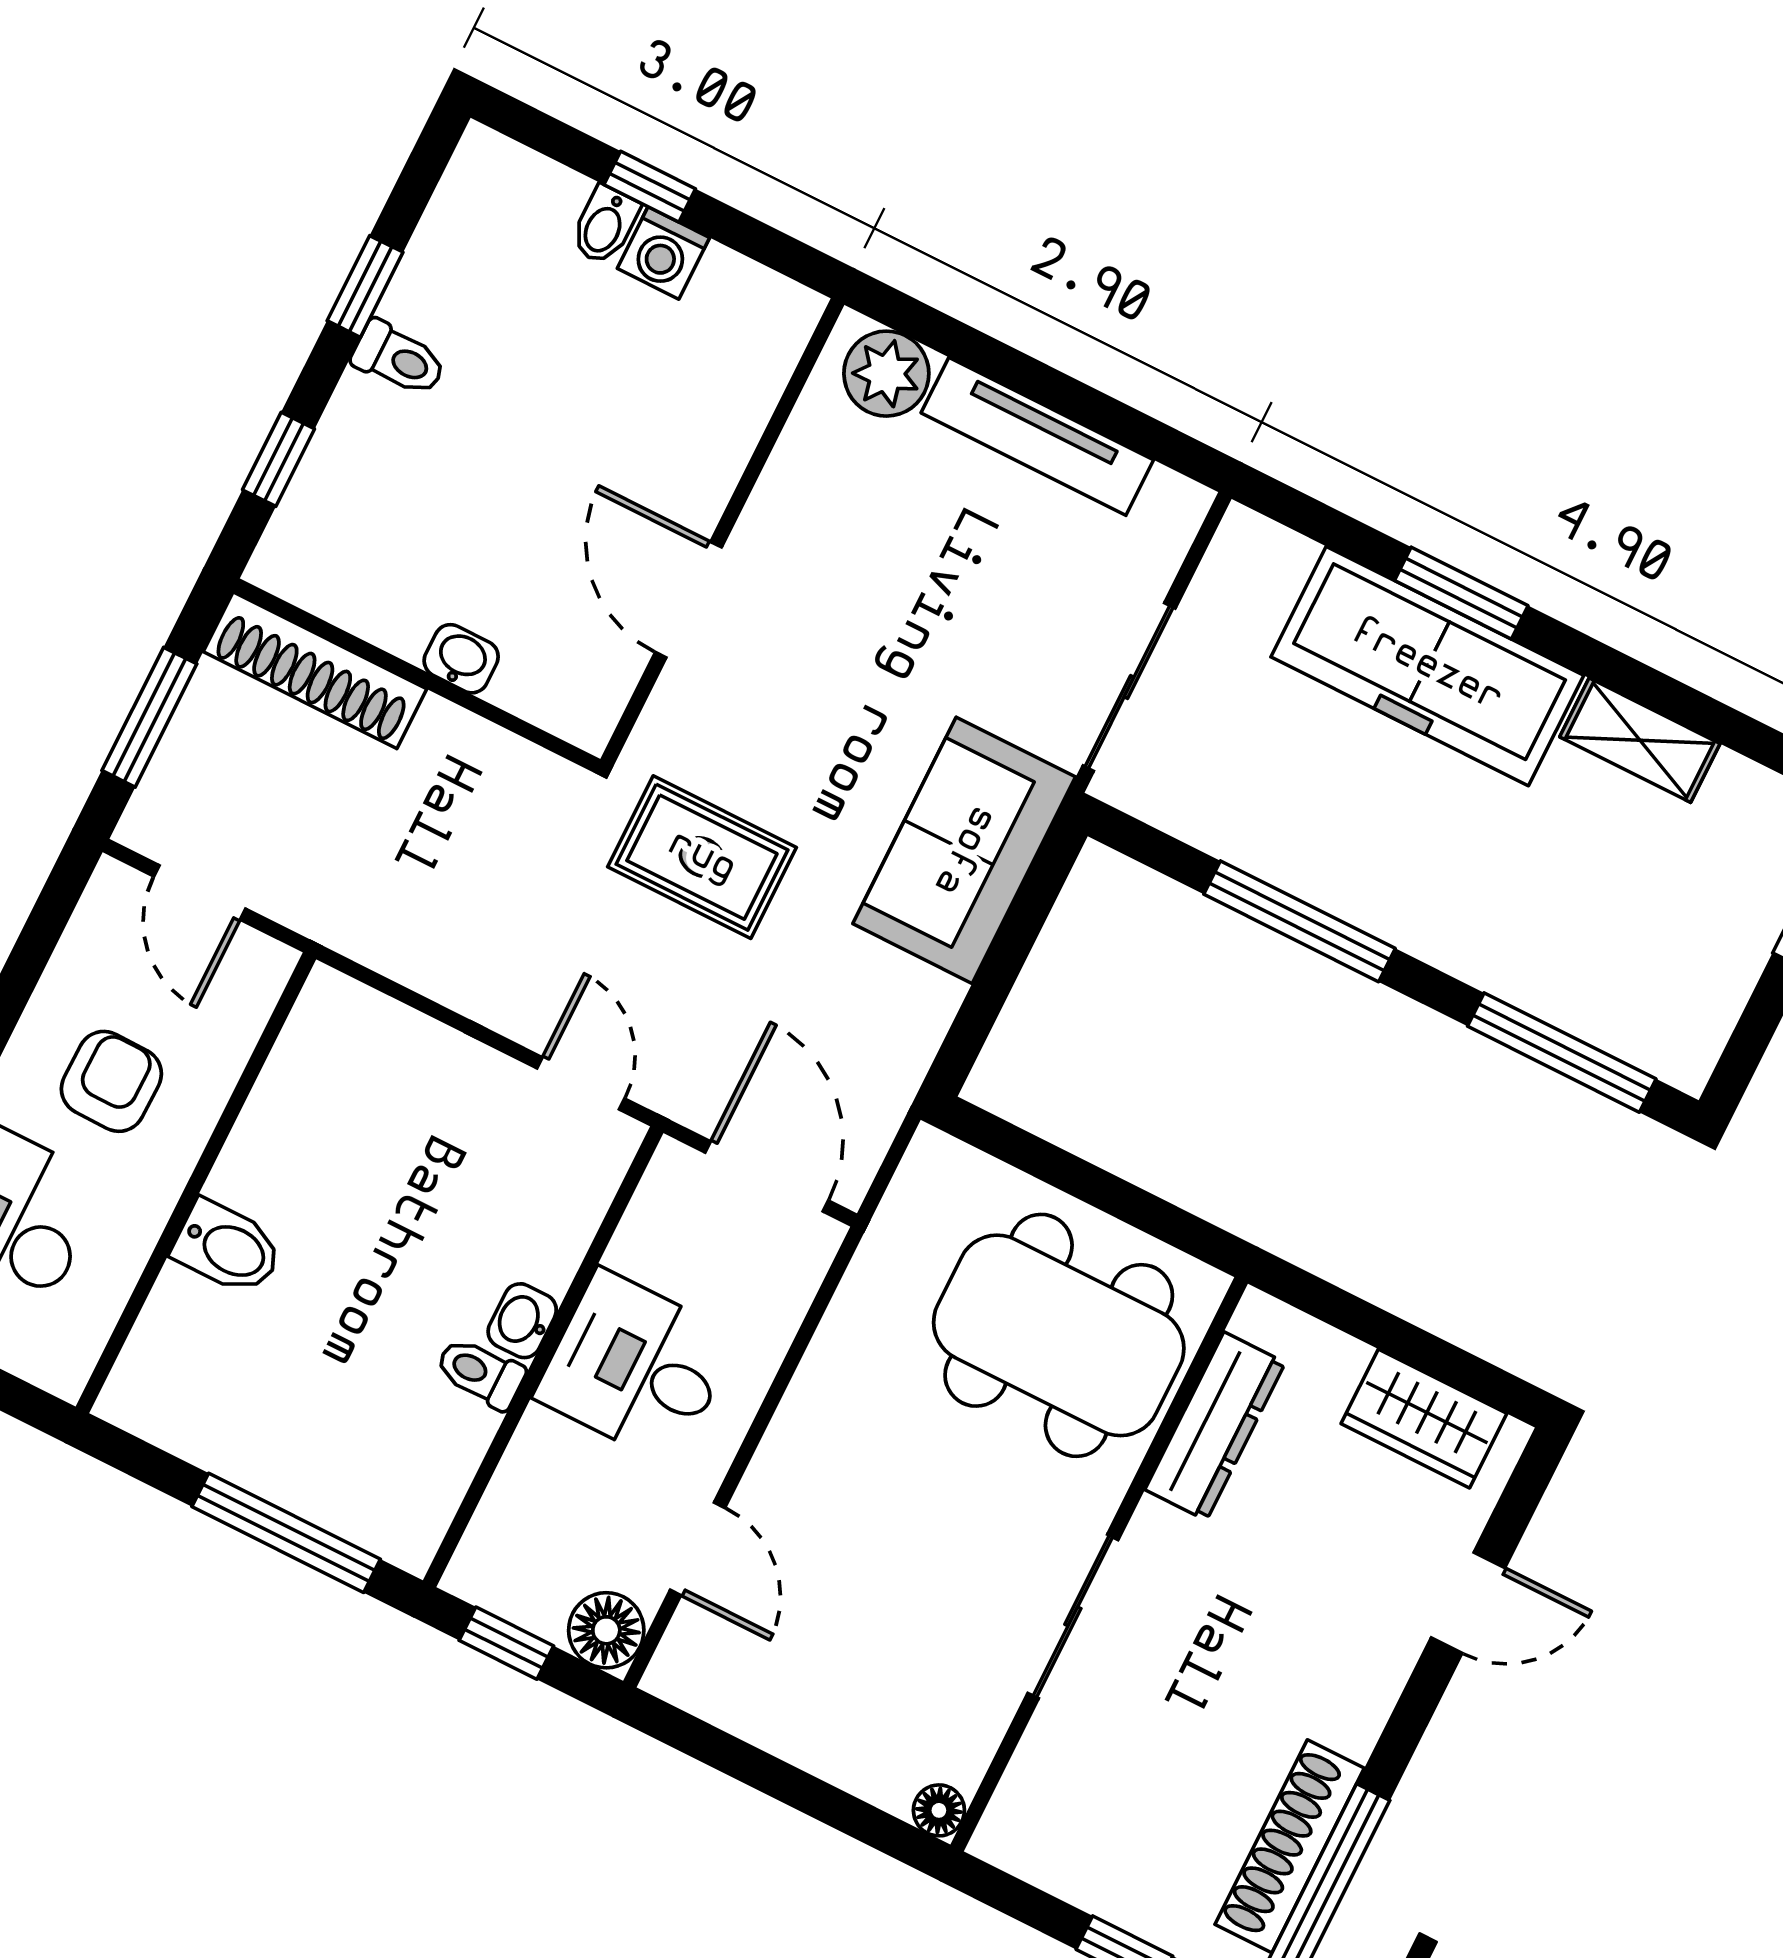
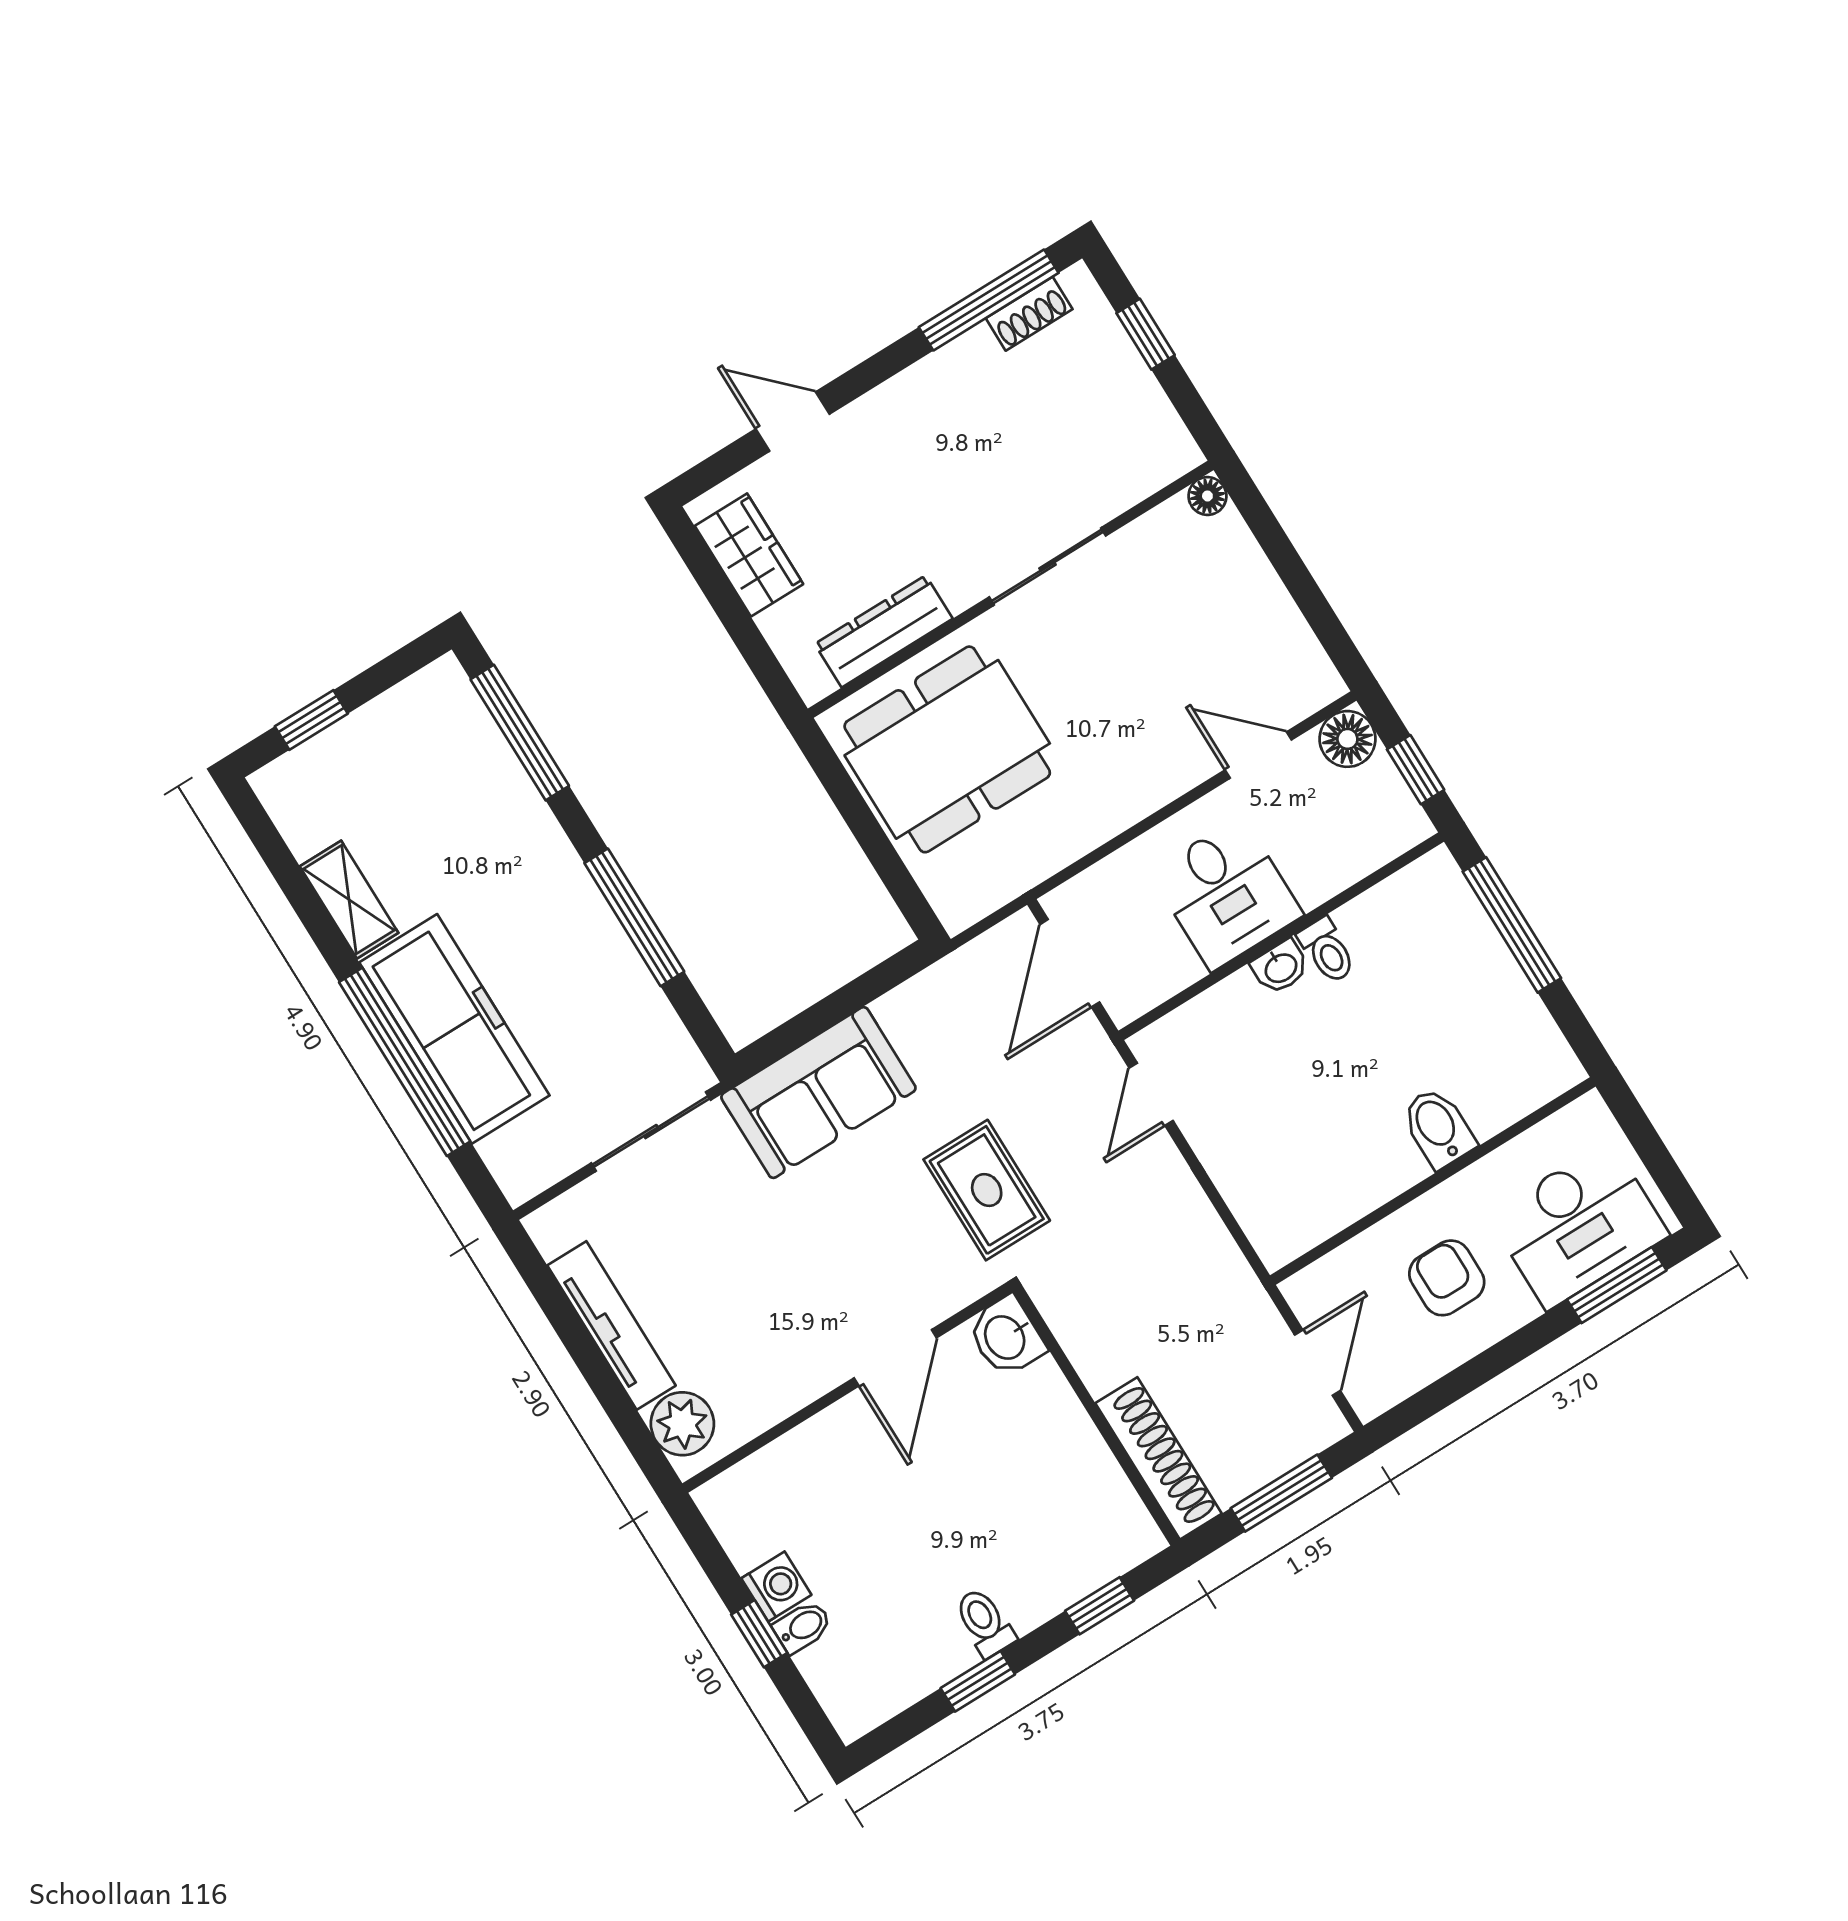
window: (1461, 593) -> (405, 1062), width x2.11
washbasin: (461, 659) -> (1006, 1337), moved, width x1.38, depth x1.45
armchair: (111, 1081) -> (1447, 1278), turned 89
dining table: (1059, 1335) -> (947, 749), turned 90
door: (697, 1549) -> (1258, 755), hinge flipped
shoe rack: (1290, 1846) -> (1029, 314), width x0.51, depth x0.81

